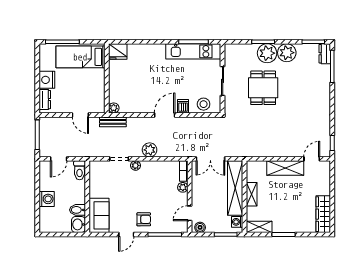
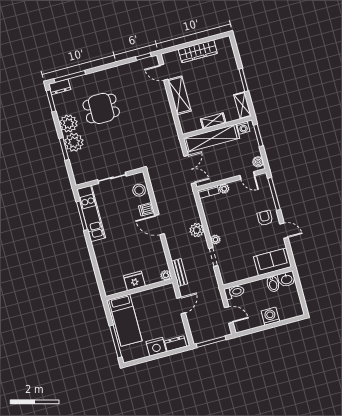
fridge: (118, 52) -> (134, 281), moved, turned -90
dining table: (263, 88) -> (101, 108), moved
wardrobe: (323, 214) -> (198, 51), moved

